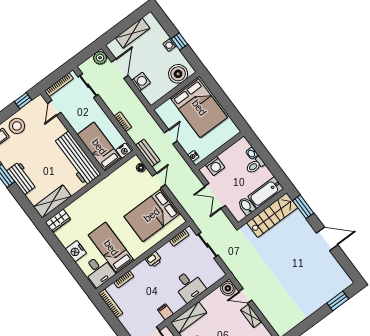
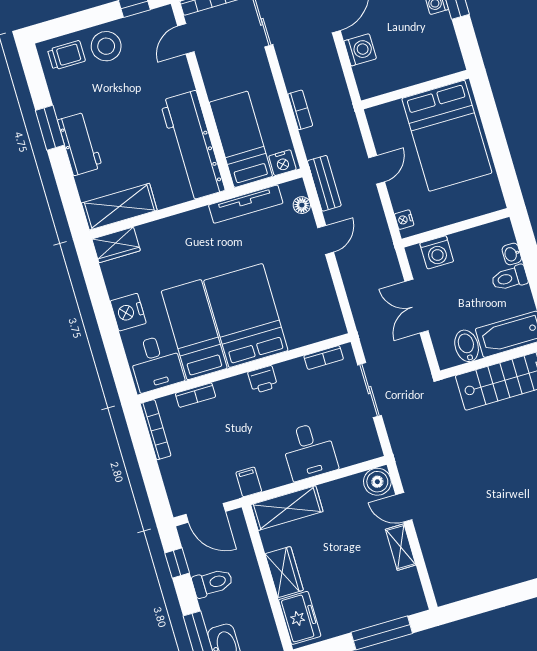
boiler: (178, 74) -> (432, 61), removed
tv unit: (113, 177) -> (246, 204), added
bed: (152, 215) -> (246, 316), moved, turned 90

